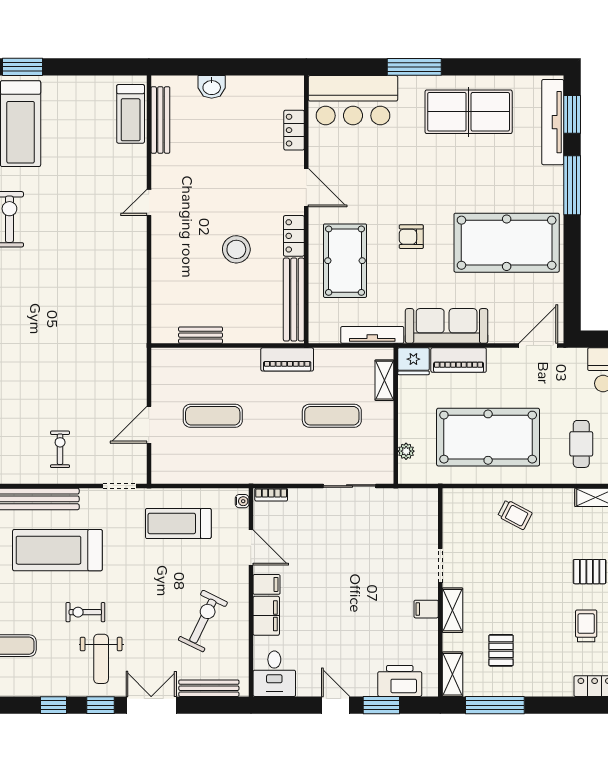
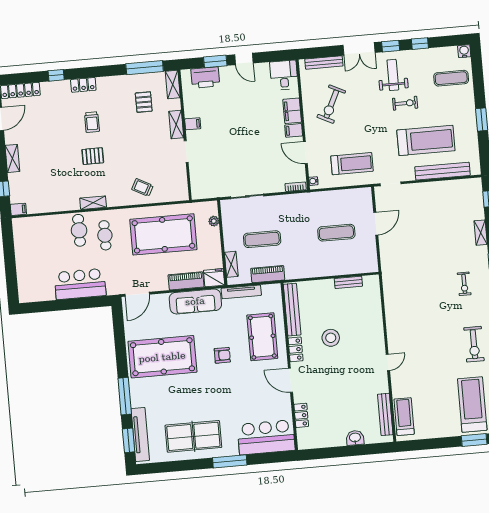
piano: (287, 359) -> (268, 274), moved
exercise bike: (60, 449) -> (464, 284), moved

